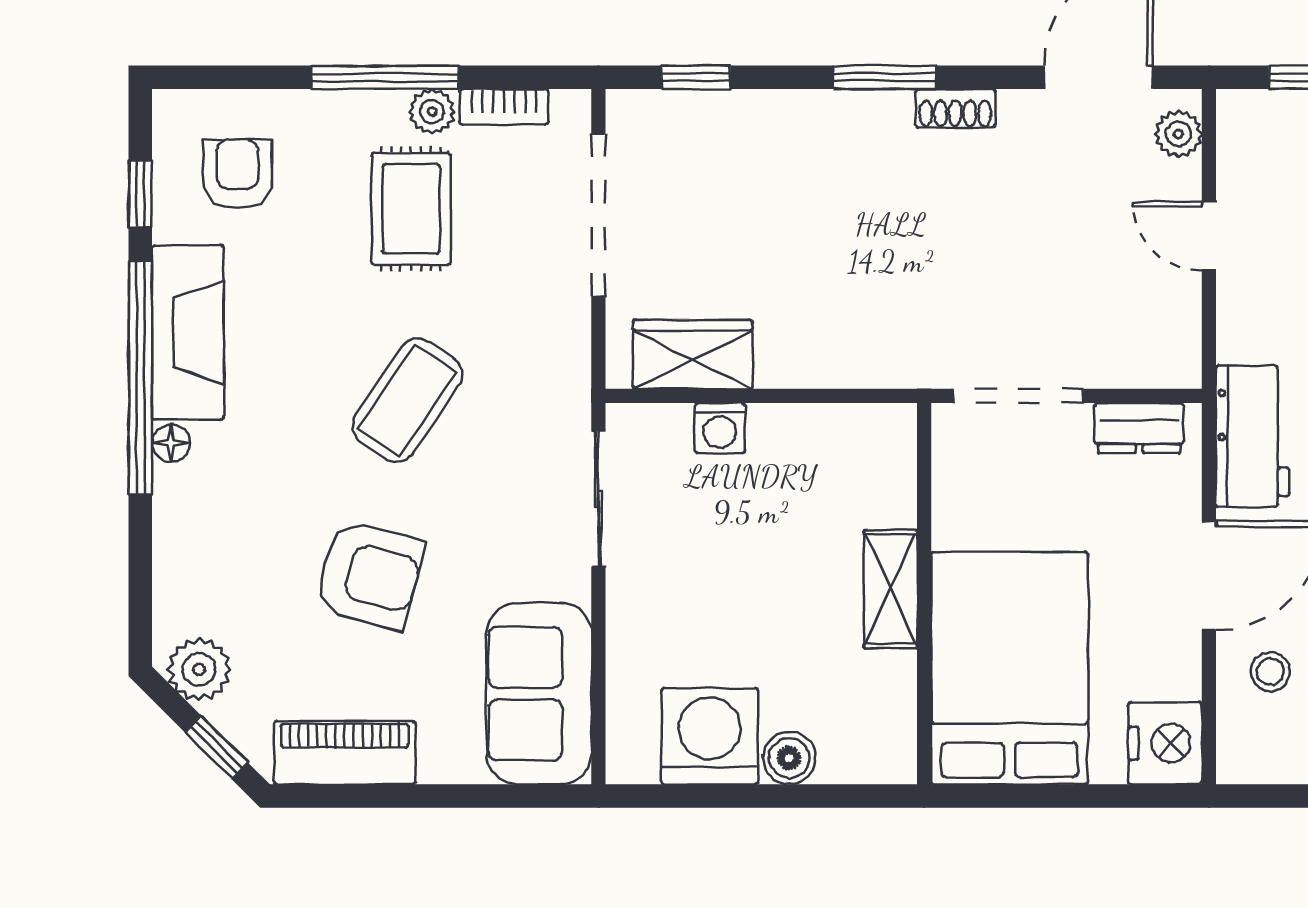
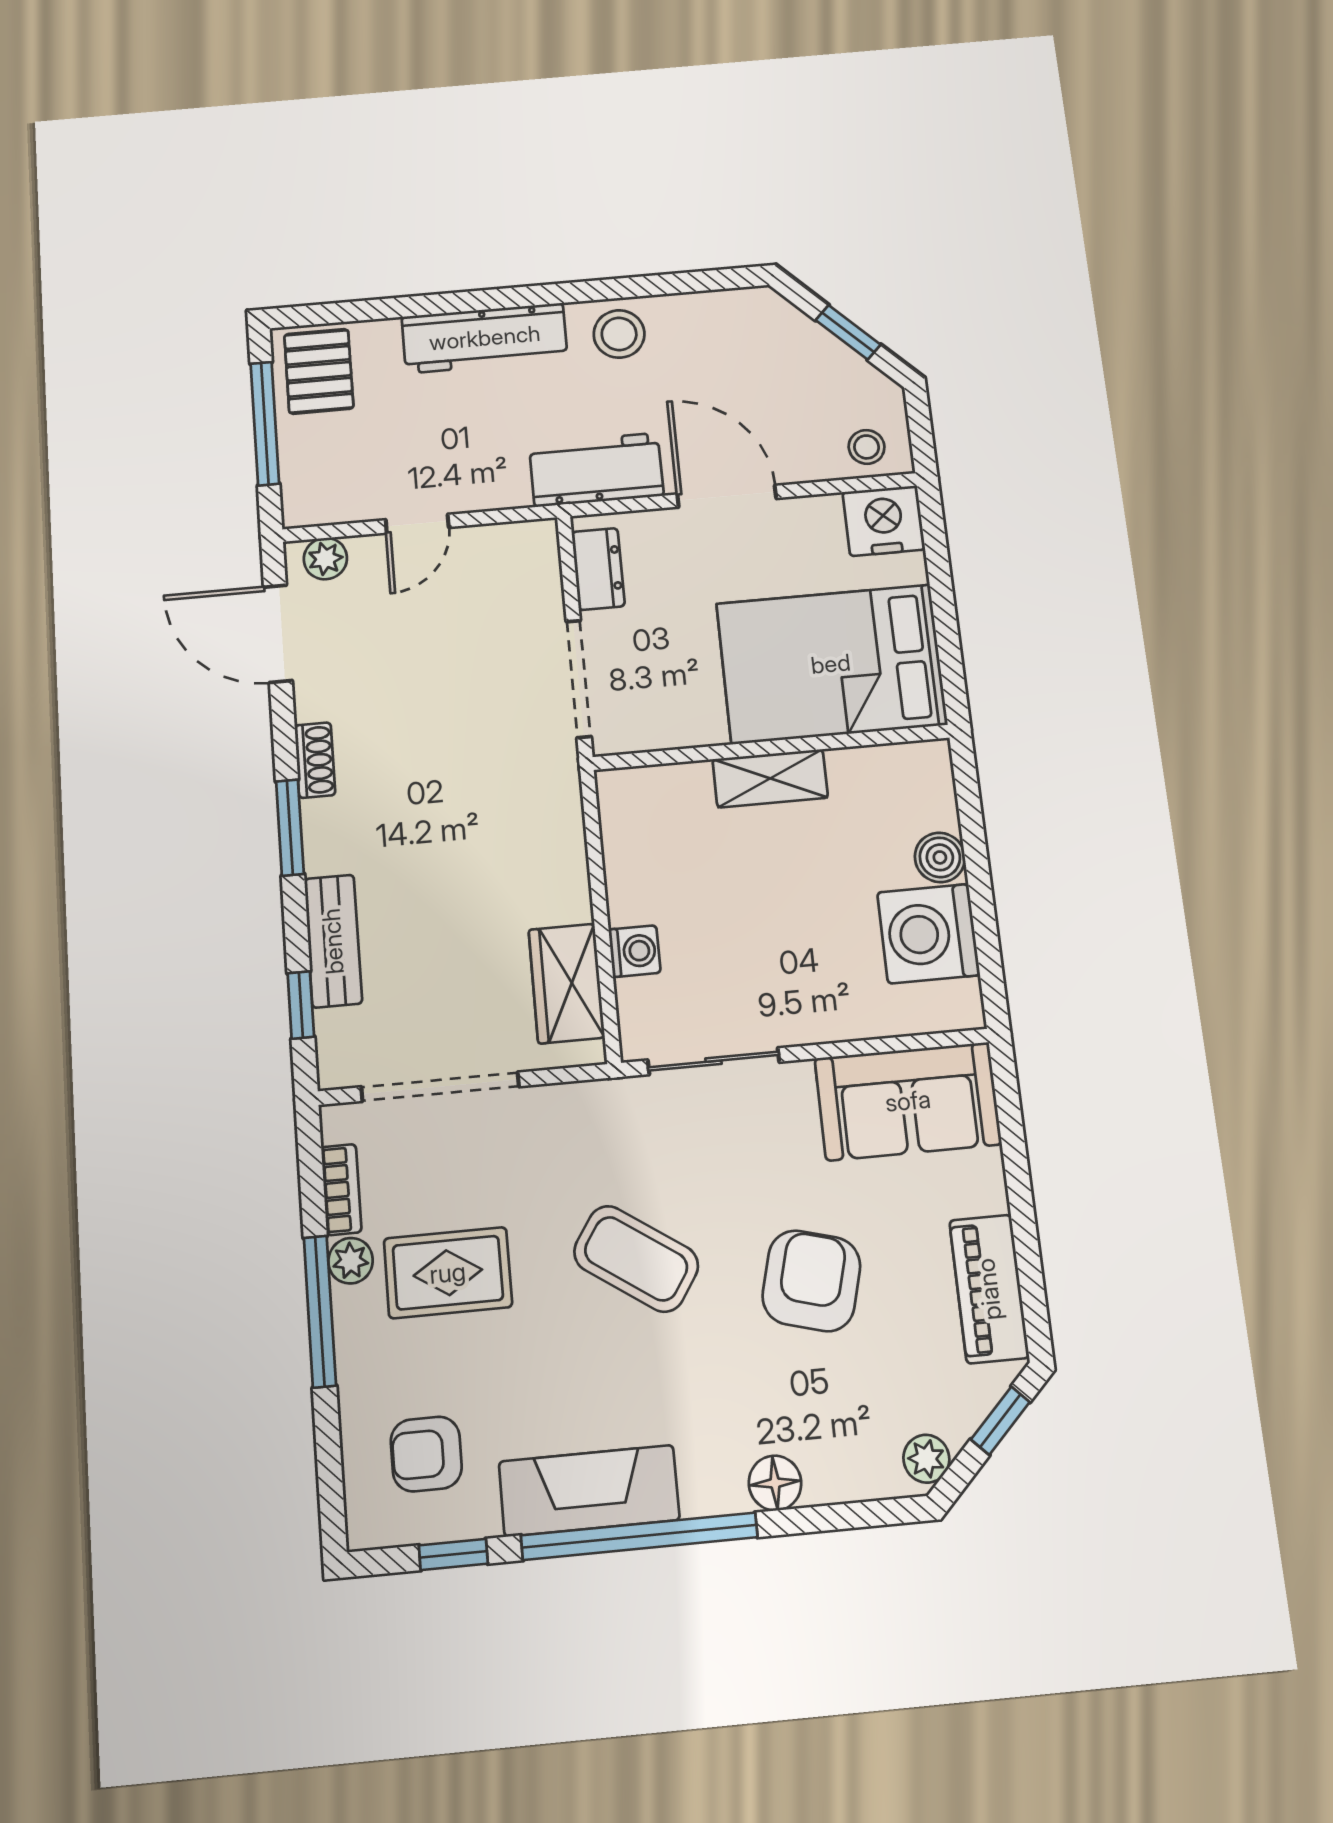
bench: (760, 115) -> (333, 941), added
floor lamp: (171, 443) -> (775, 1483), moved, width x1.37, depth x1.37
plant: (199, 669) -> (926, 1459), width x0.73, depth x0.73
stool: (1270, 672) -> (867, 447), moved

